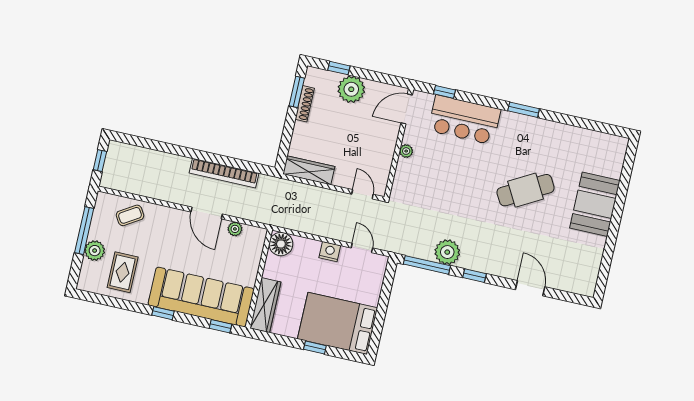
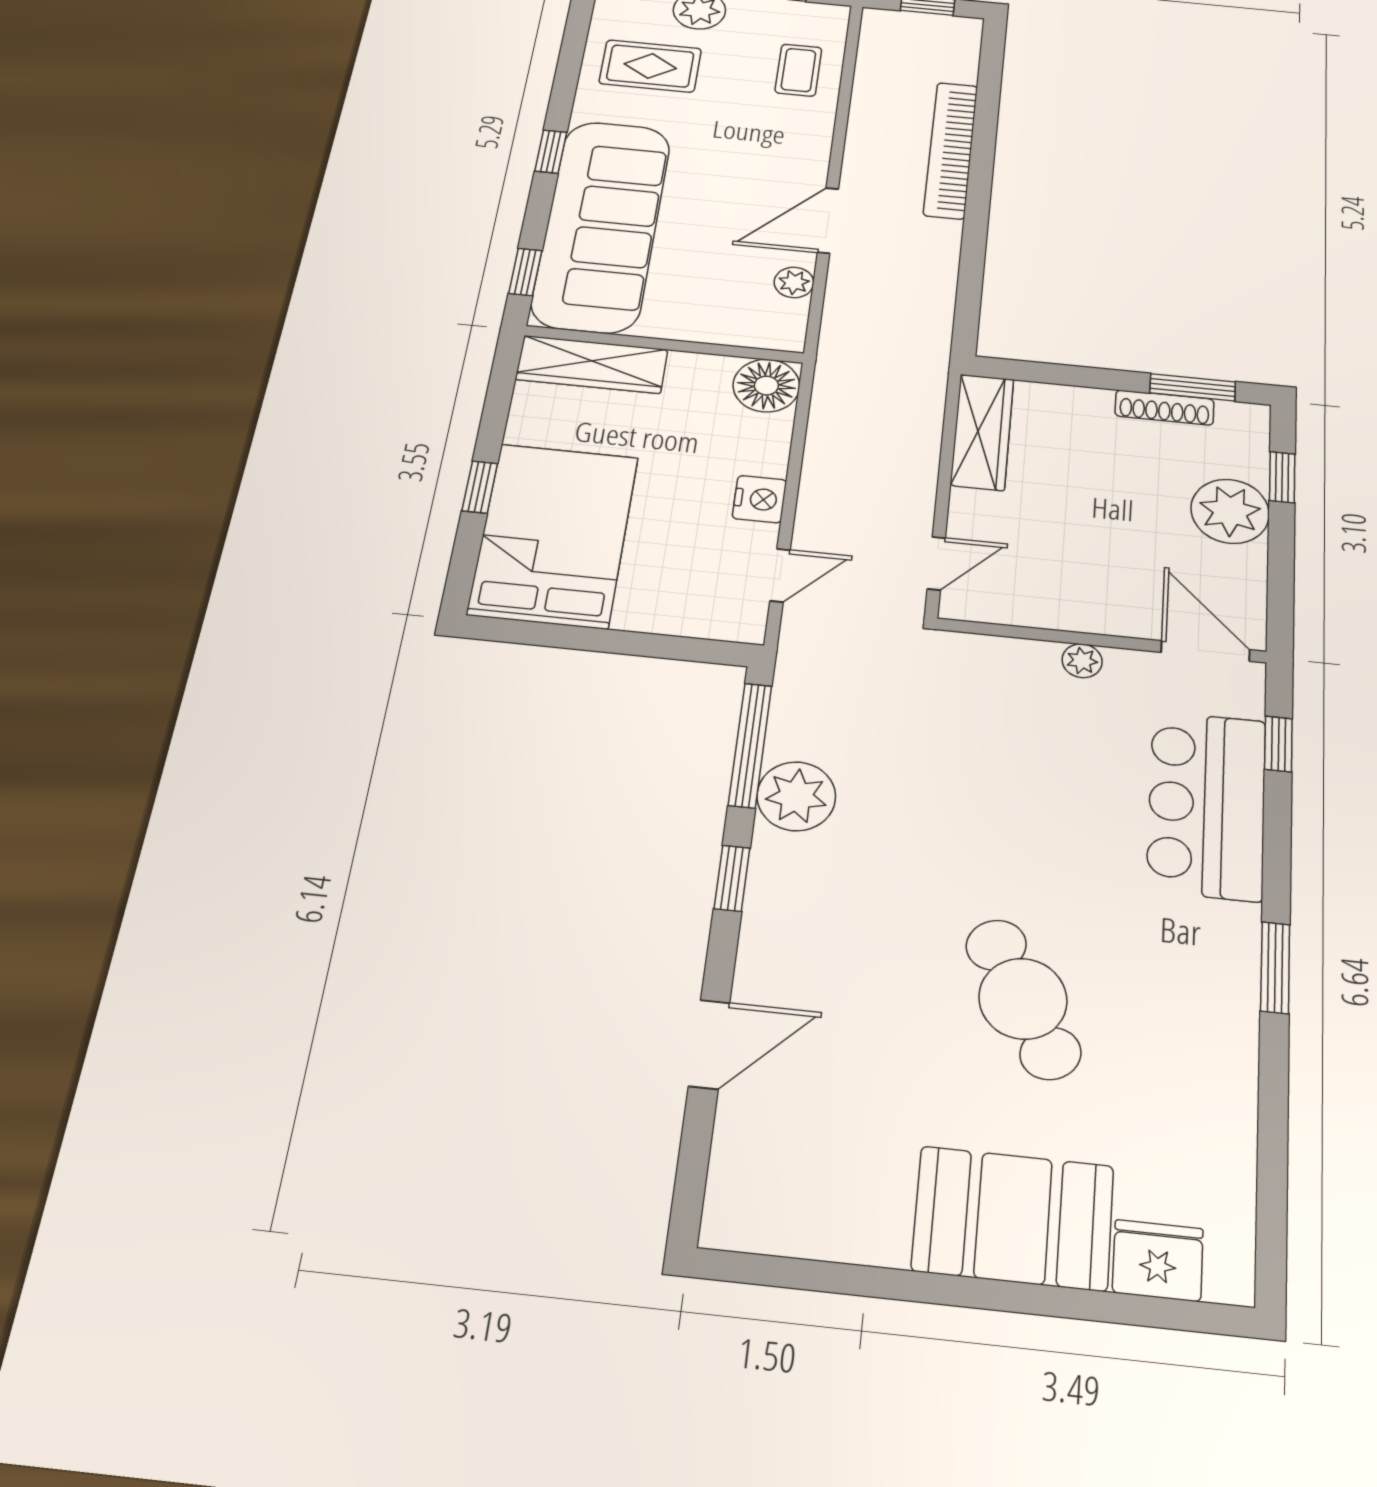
fridge: (612, 164) -> (1158, 1260), added
bookcase: (224, 173) -> (951, 150), moved
coffee table: (130, 215) -> (798, 70), turned 32

